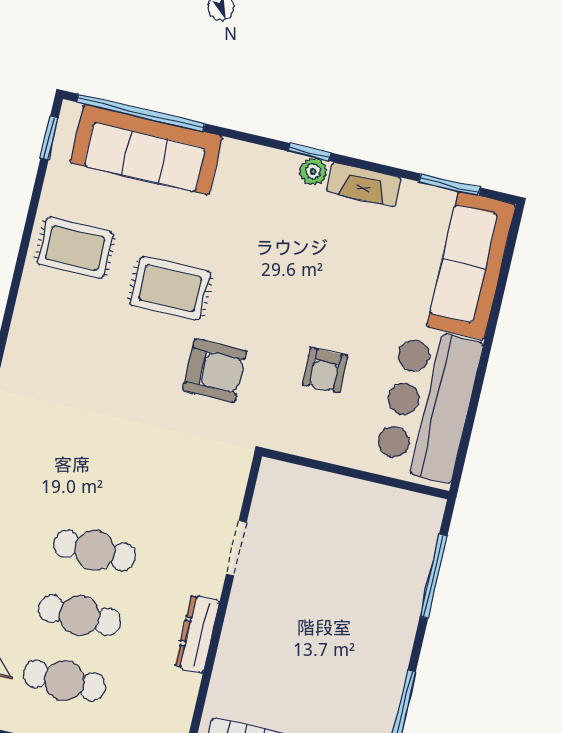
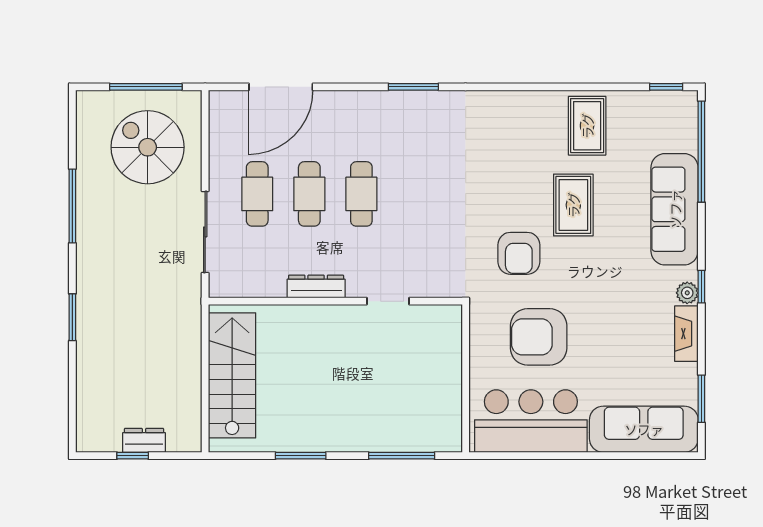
sofa: (146, 149) -> (675, 209), moved
armchair: (325, 370) -> (539, 337), width x1.88, depth x1.88

